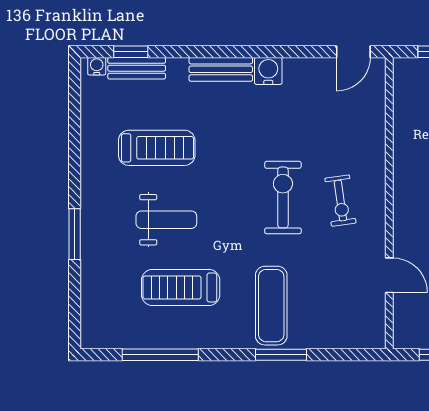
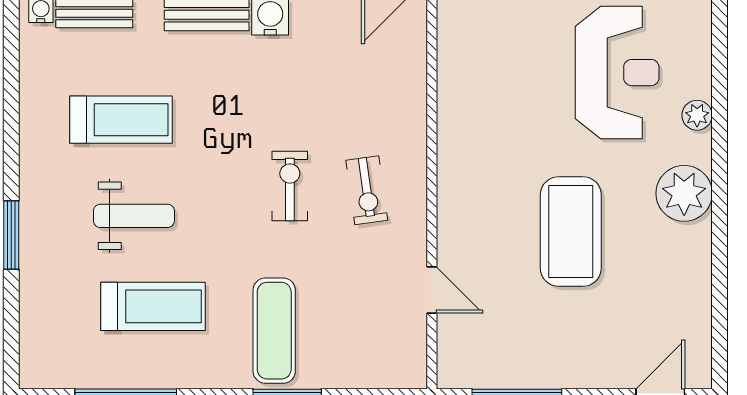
exercise bike: (283, 197) -> (290, 186), width x0.73, depth x0.72
treadmill: (181, 287) -> (153, 306), turned 180

